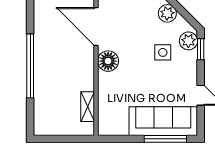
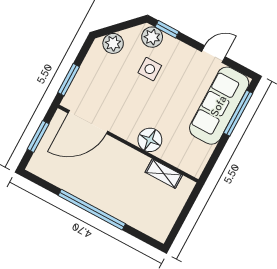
floor lamp: (108, 61) -> (150, 140), moved

